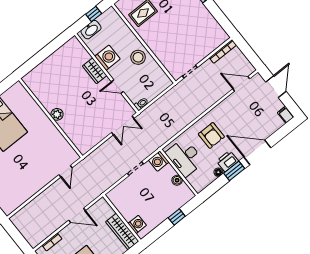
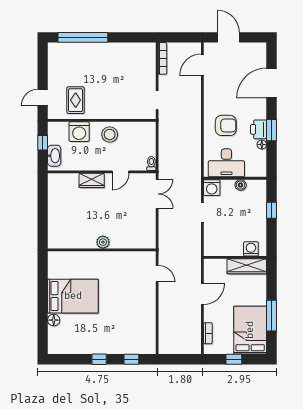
washing machine: (107, 58) -> (79, 132), moved, turned 180
filing cabinet: (286, 115) -> (259, 48), removed
door: (257, 152) -> (271, 83), moved

